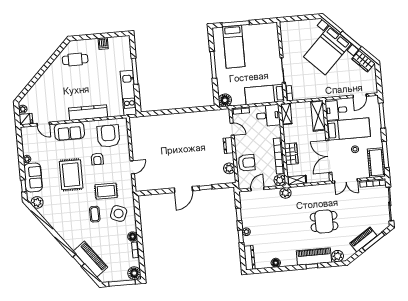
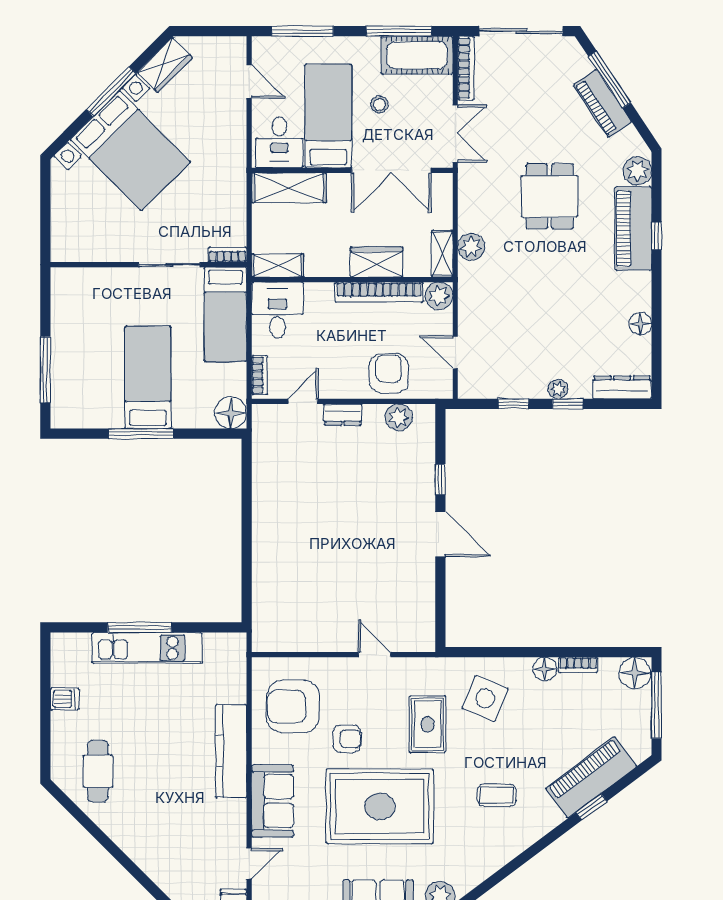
bed: (234, 47) -> (148, 377), moved, turned -90
kitchen unit: (128, 93) -> (147, 648), moved
rug: (71, 175) -> (380, 806), width x1.37, depth x1.44
plant: (285, 193) -> (471, 247), moved
coffee table: (95, 214) -> (497, 795), moved

